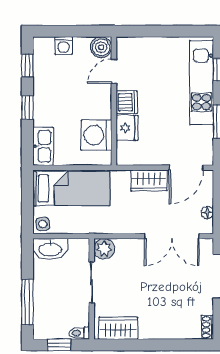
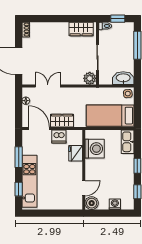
dishwasher: (127, 102) -> (59, 136), moved, turned -90
door: (186, 168) -> (39, 128), hinge flipped
double door: (172, 236) -> (48, 86), width x0.73

